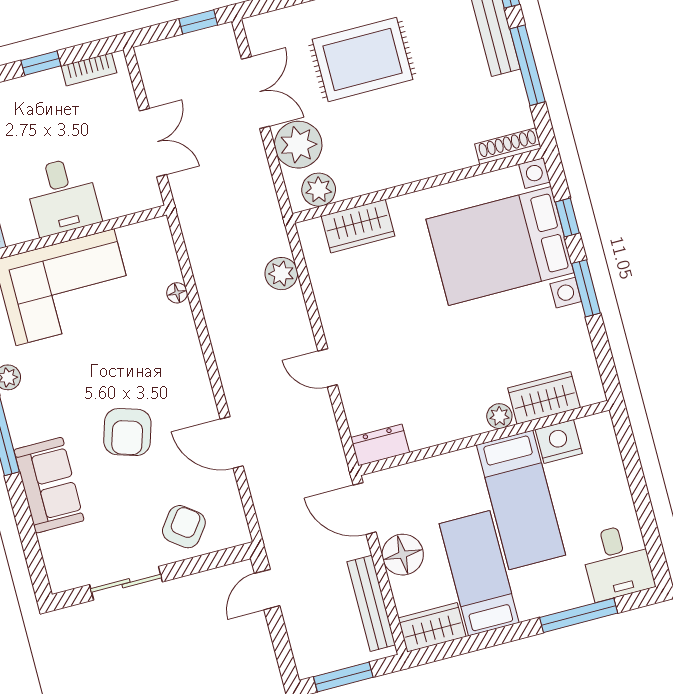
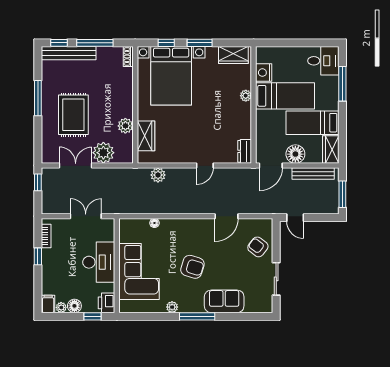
shoe rack: (508, 146) -> (128, 57), width x0.70
plant: (319, 190) -> (125, 126), moved
desk: (62, 196) -> (99, 262), width x1.37
wardrobe: (544, 398) -> (233, 55), moved, turned -90
armchair: (127, 432) -> (192, 267), moved

